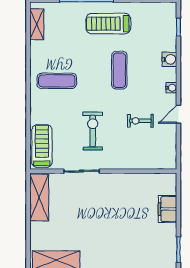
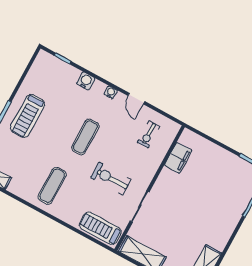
exercise mat: (119, 70) -> (85, 137), moved, turned 90
exercise bike: (140, 121) -> (149, 134), moved
filing cabinet: (168, 209) -> (178, 158), moved, turned -90

